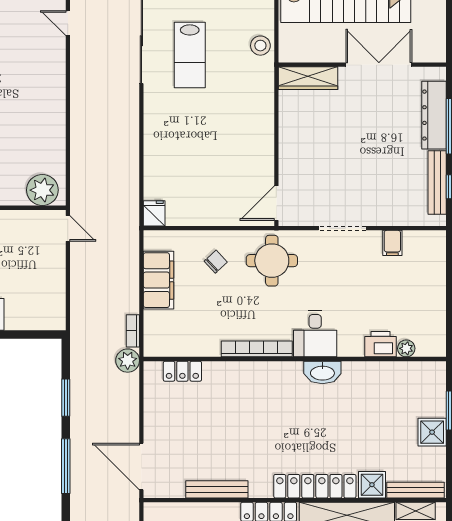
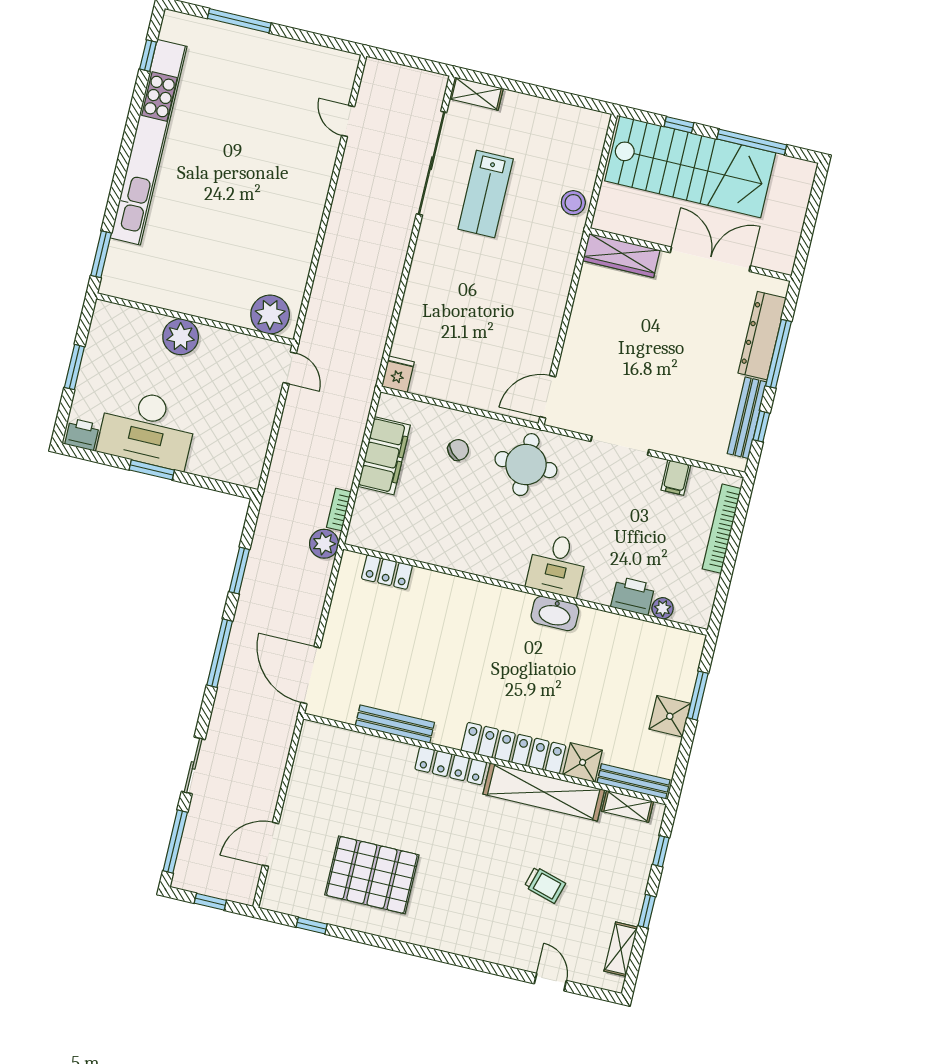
bookcase: (257, 349) -> (722, 529), moved, turned -90

